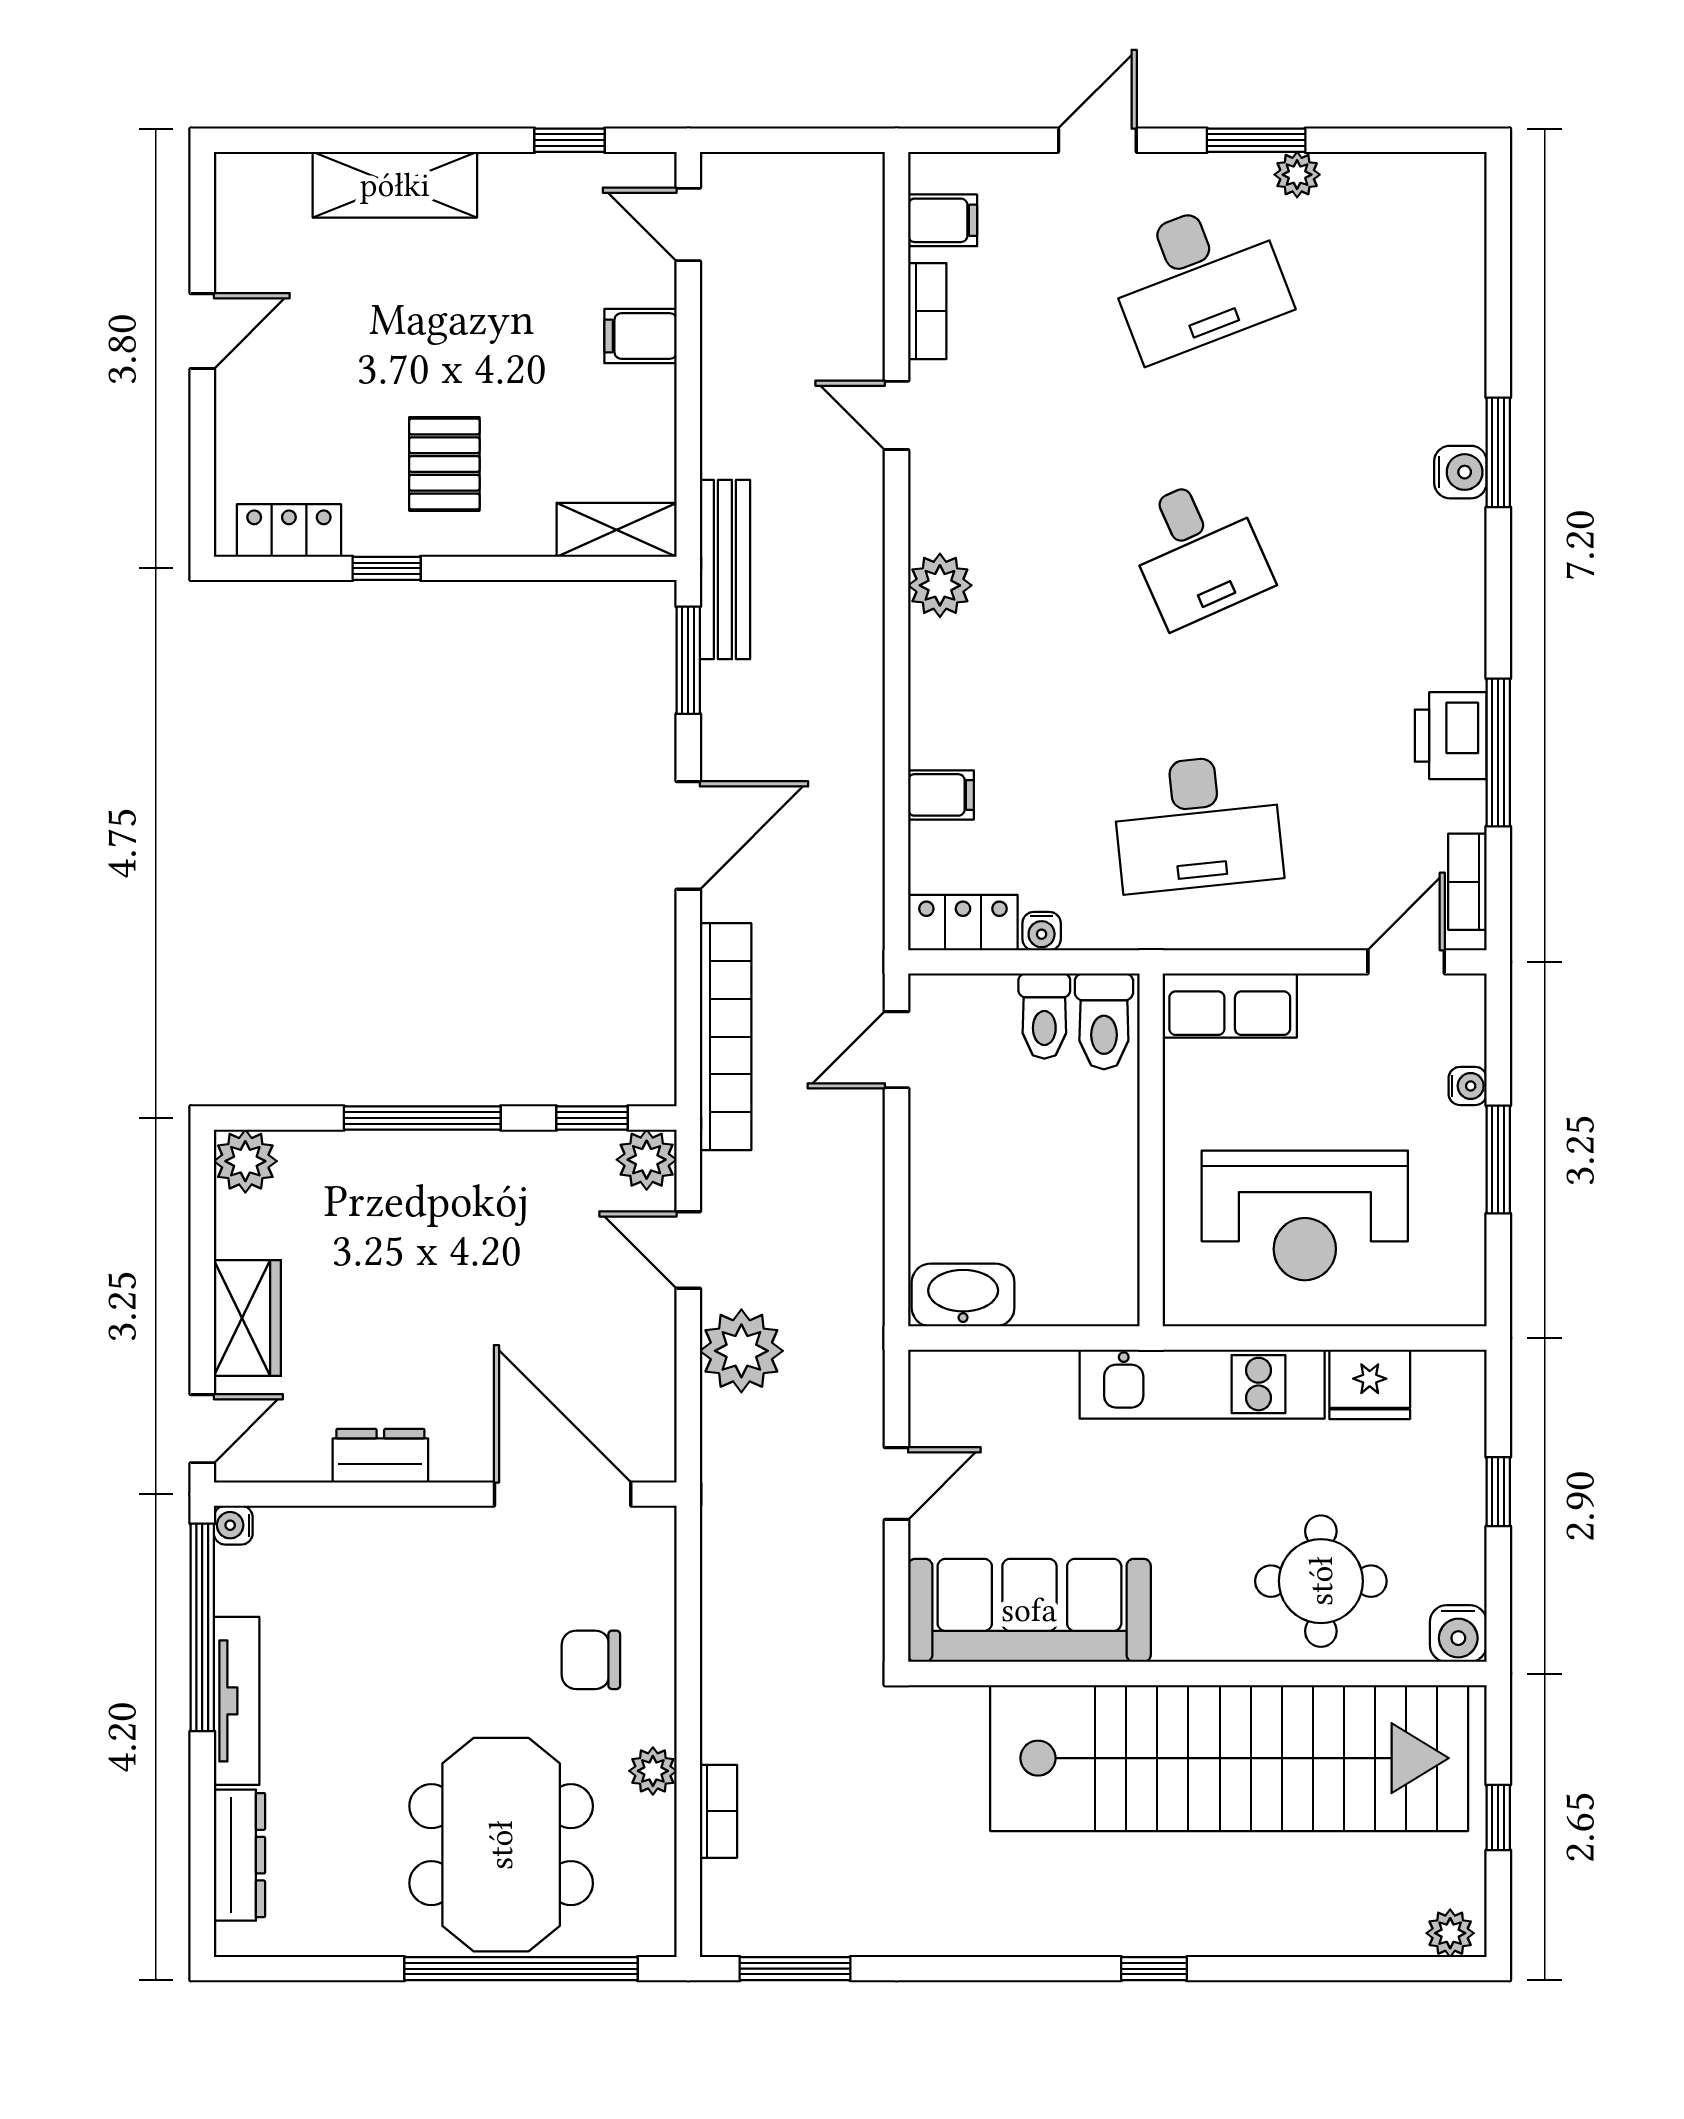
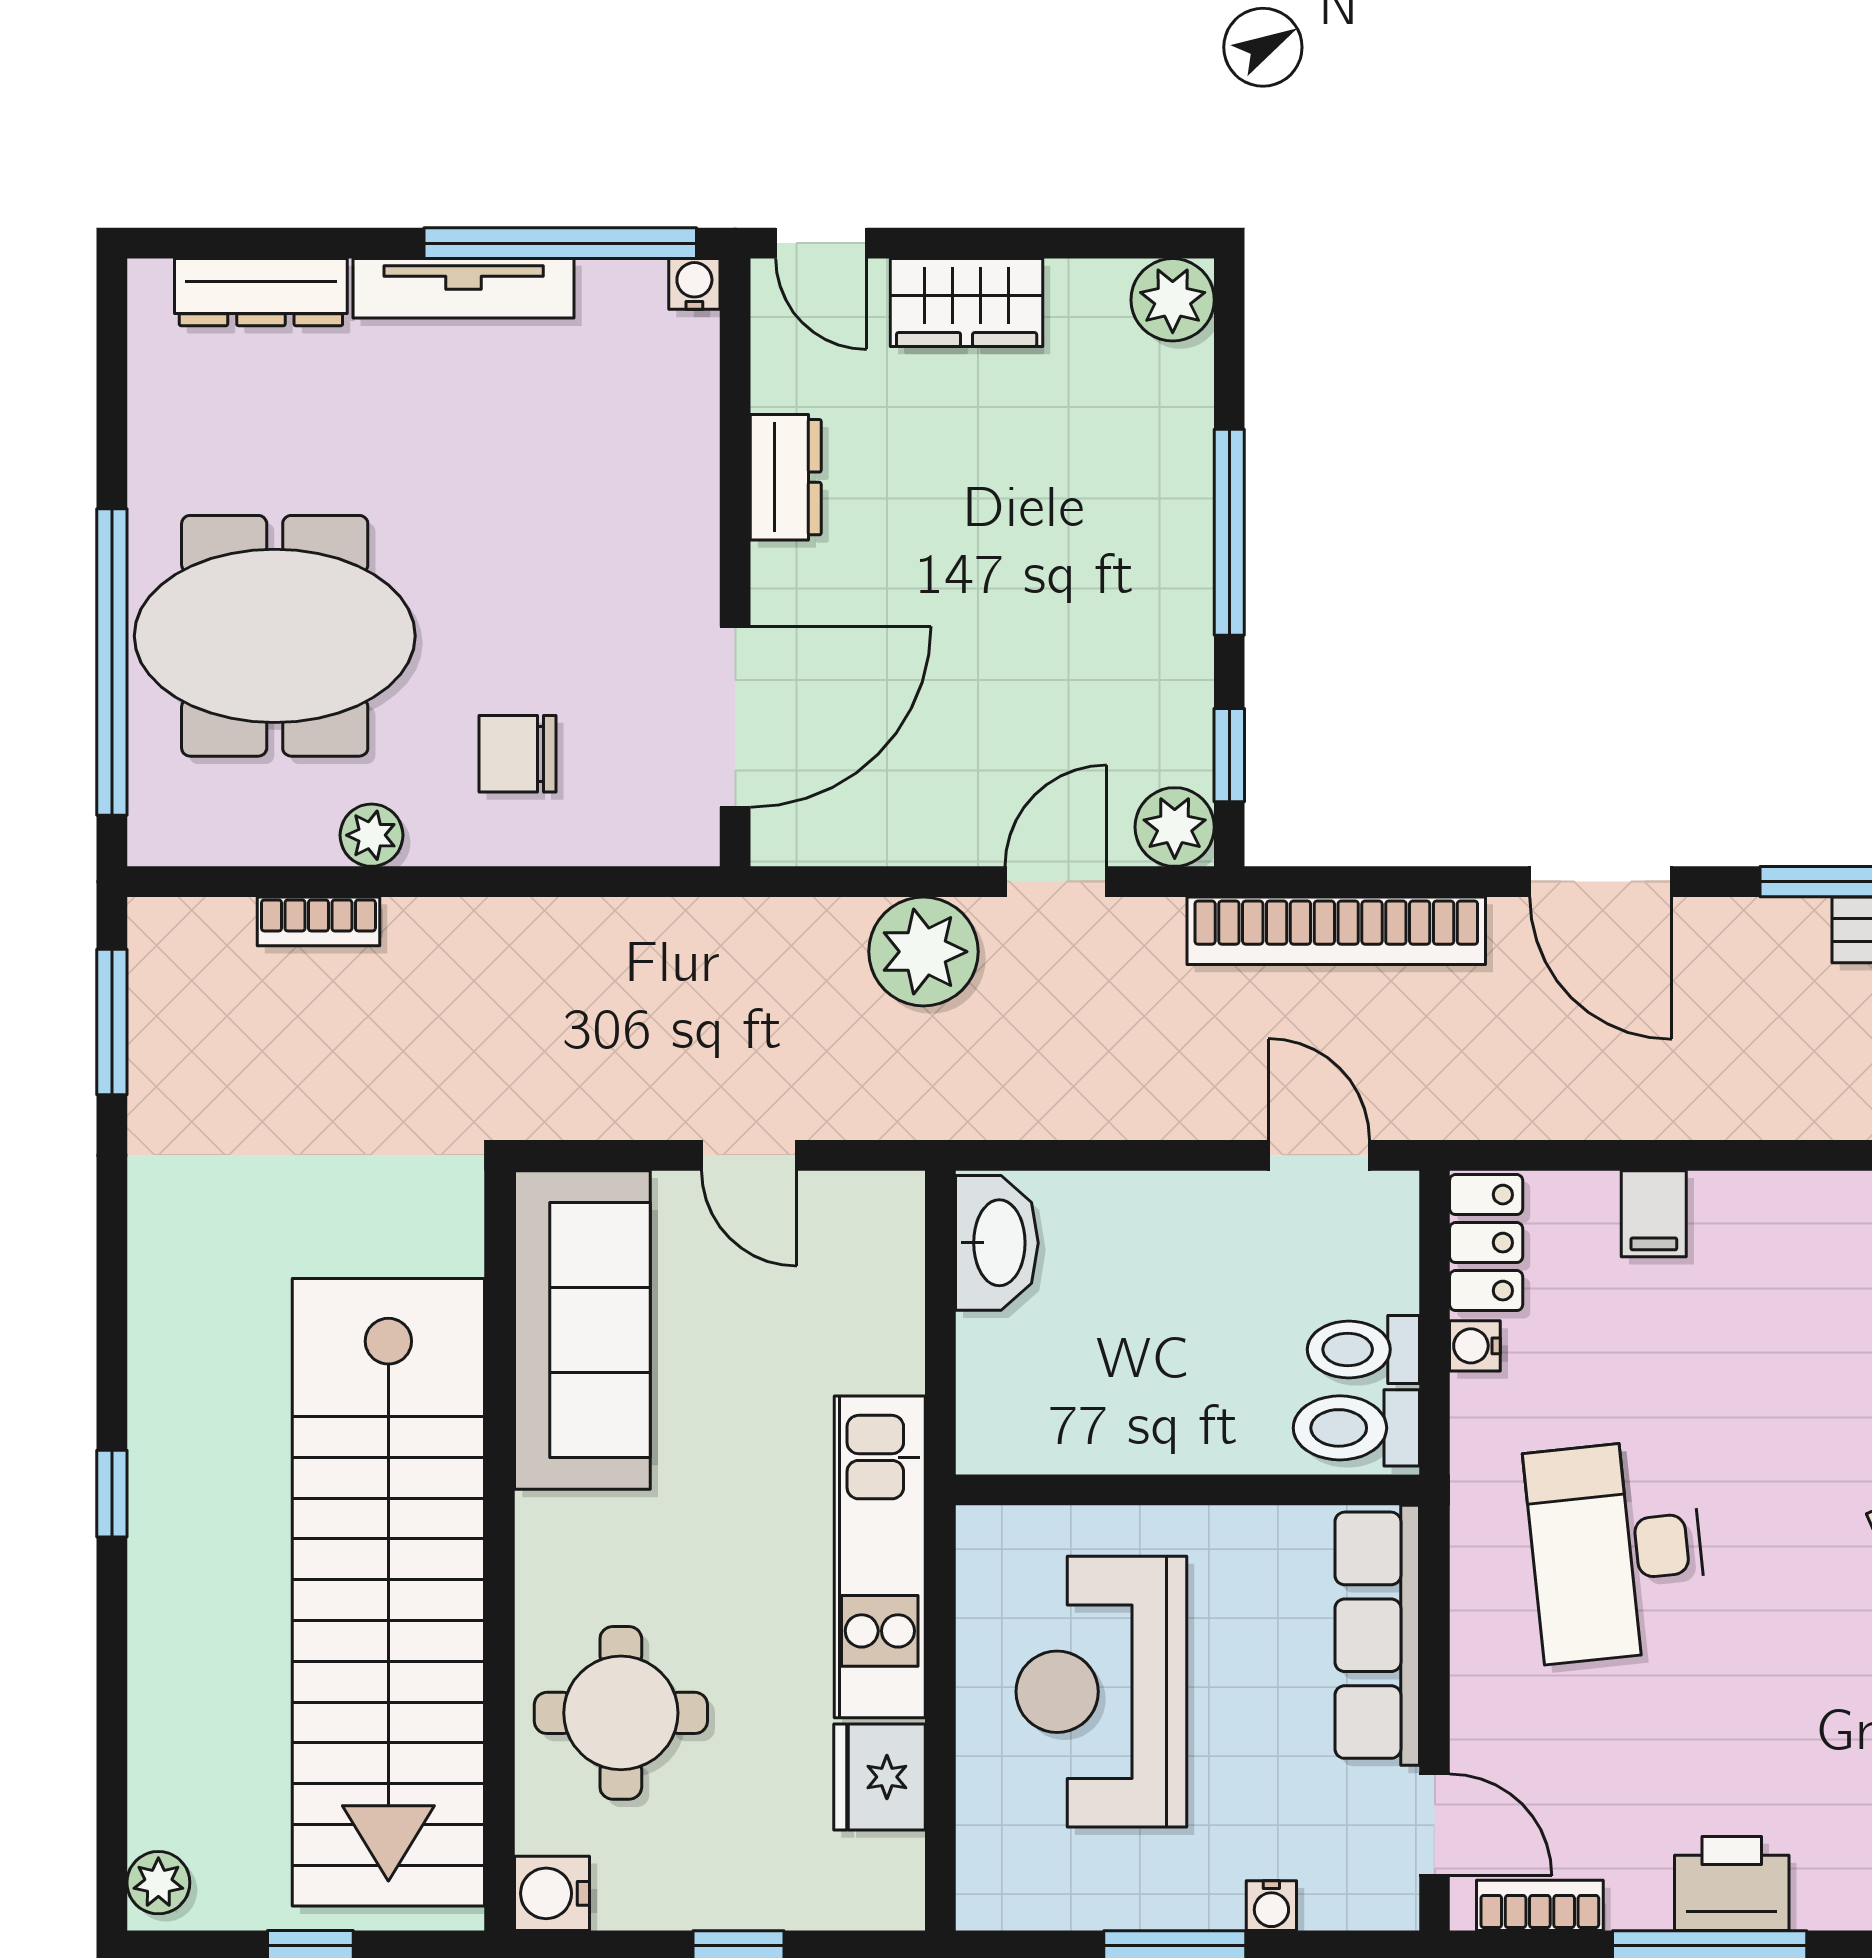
row of seats: (1230, 1005) -> (1377, 1635), width x1.48
chair: (591, 1660) -> (517, 754), turned -90

